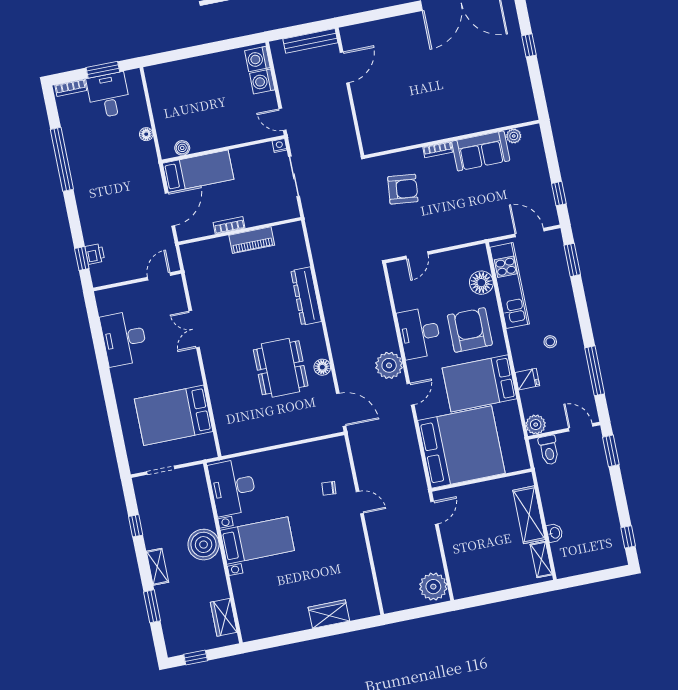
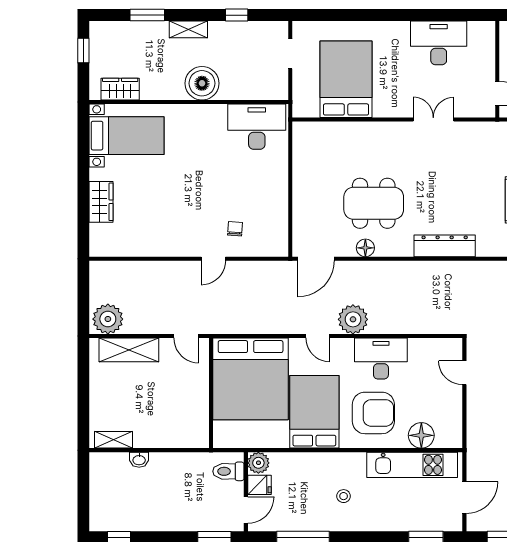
fridge: (527, 379) -> (259, 485), moved, turned -90
shelving: (529, 515) -> (129, 350), moved
bed with nightstands: (257, 540) -> (127, 136), moved, turned -90

